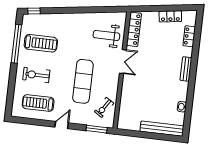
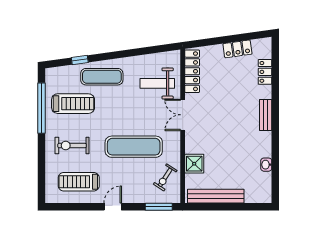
window: (34, 11) -> (80, 60), moved
exercise mat: (65, 25) -> (102, 77), added
double door: (123, 62) -> (183, 115), swing flipped
exercise mat: (83, 81) -> (134, 147), turned 90
shower: (127, 100) -> (194, 164), added
bench: (162, 129) -> (216, 196), moved

